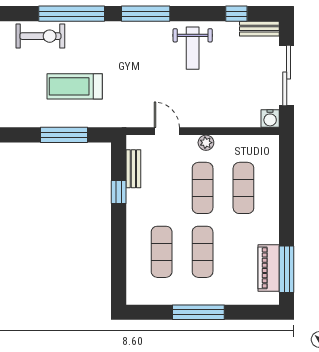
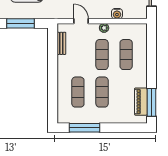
water cooler: (270, 118) -> (117, 14), moved
window: (119, 192) -> (53, 57), removed
window: (198, 312) -> (84, 128), moved

